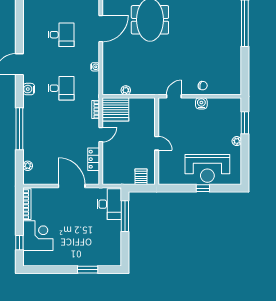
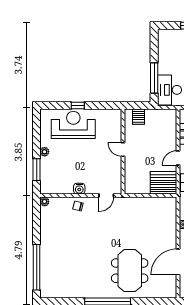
plant: (126, 90) -> (45, 202), moved

